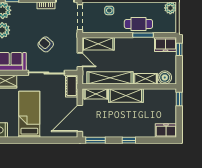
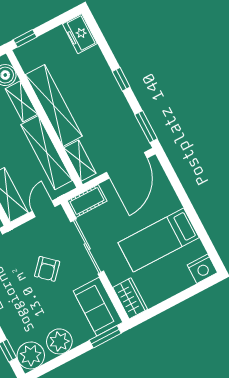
shelving: (126, 95) -> (54, 105), width x1.47
door: (80, 118) -> (127, 165), hinge flipped

